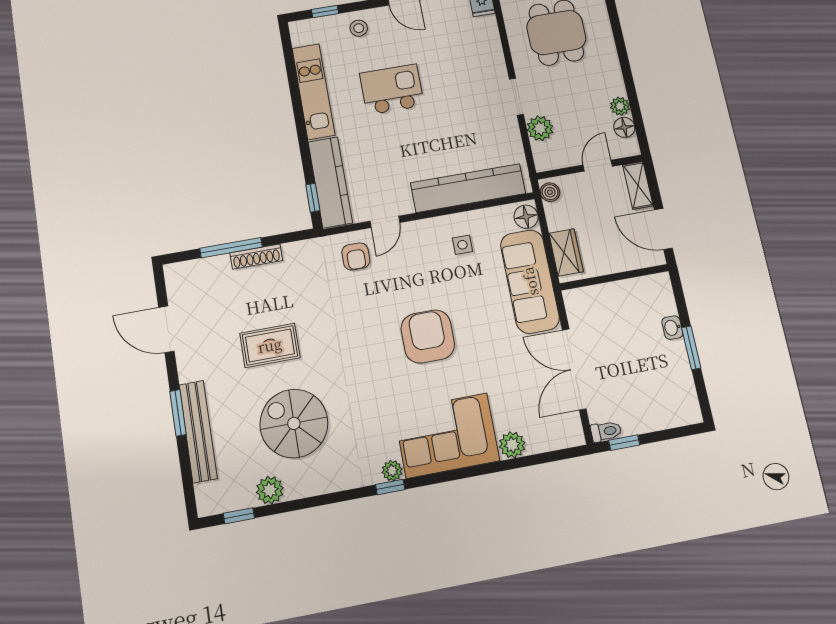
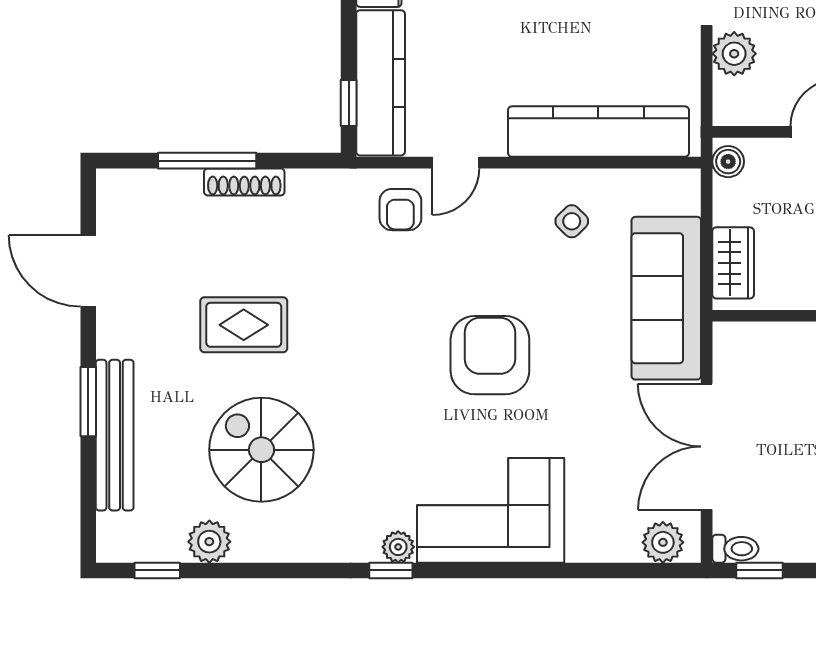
floor lamp: (526, 217) -> (682, 194), removed
side table: (462, 245) -> (572, 221), turned 45
plant: (512, 445) -> (663, 542), moved

